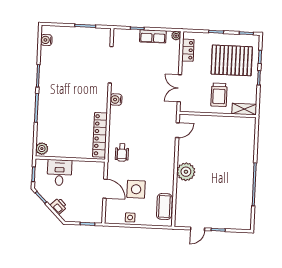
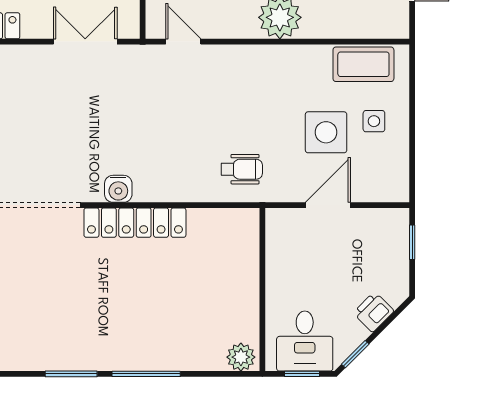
double door: (179, 88) -> (85, 42), swing flipped
locker: (100, 135) -> (135, 223), moved
desk: (59, 173) -> (305, 341), moved, turned -90
side table: (130, 217) -> (374, 121), moved

